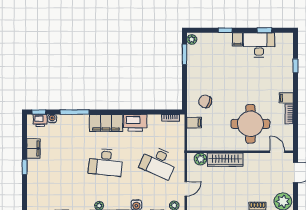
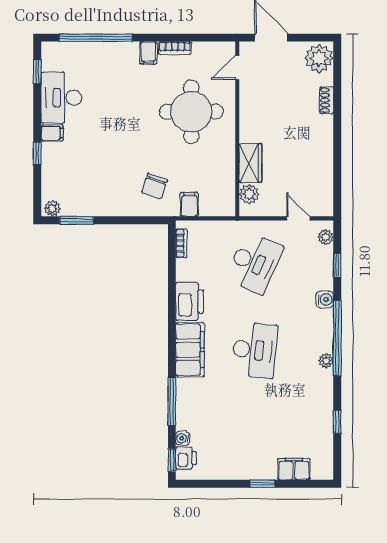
window: (265, 30) -> (37, 72), moved
window: (295, 66) -> (96, 38), width x3.17
filing cabinet: (33, 148) -> (294, 469), moved
wardrobe: (225, 160) -> (250, 163), width x0.67

